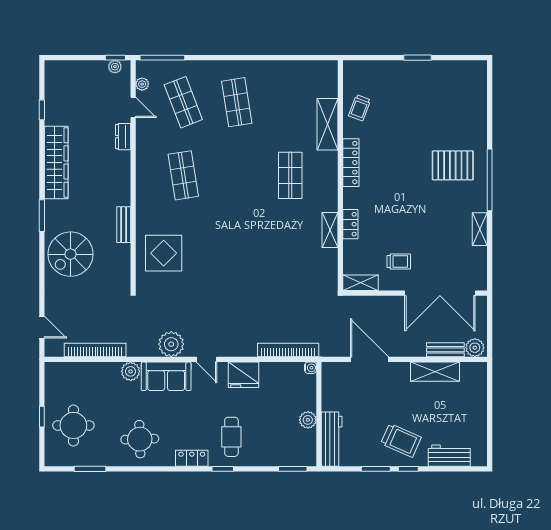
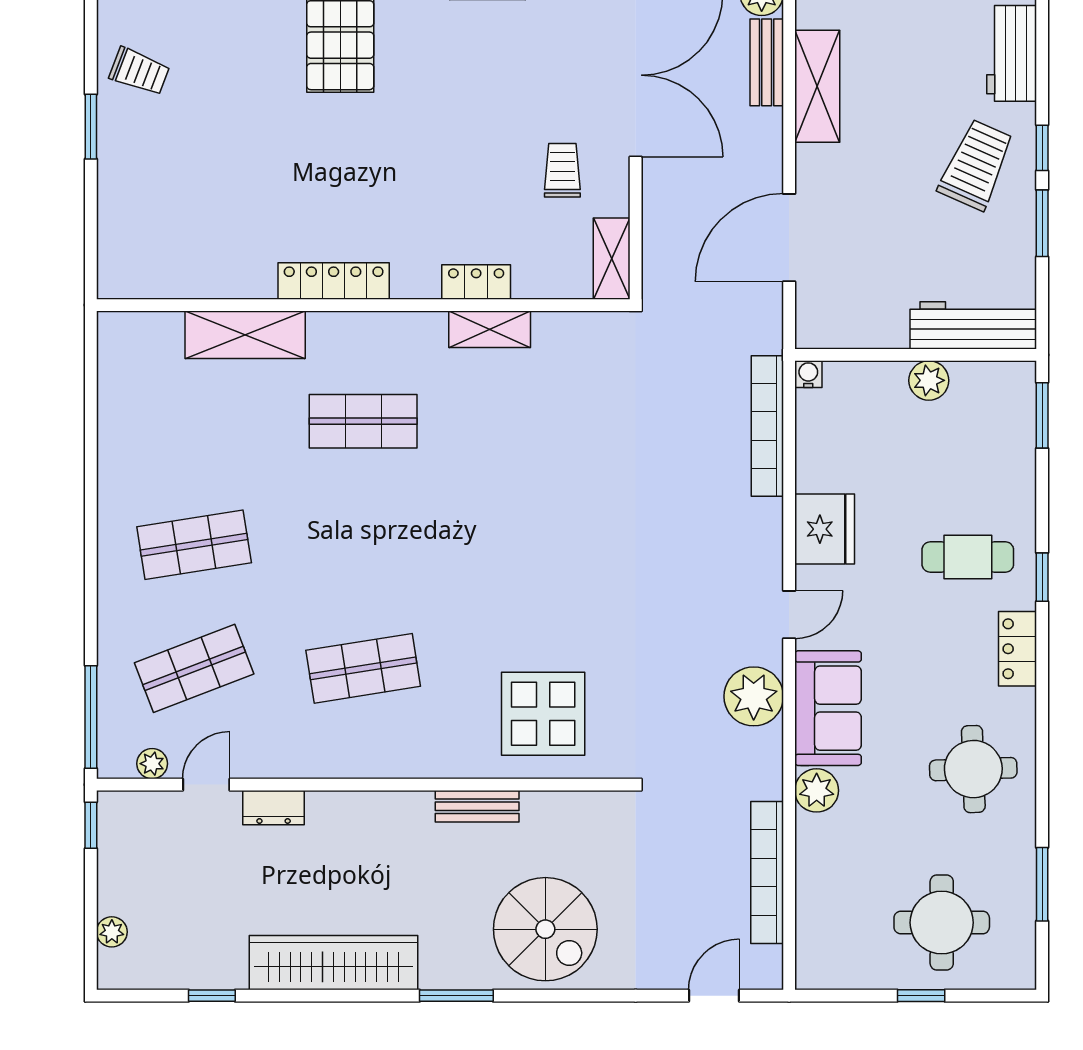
plant: (115, 67) -> (112, 932), moved
trolley: (360, 108) -> (139, 71), moved

